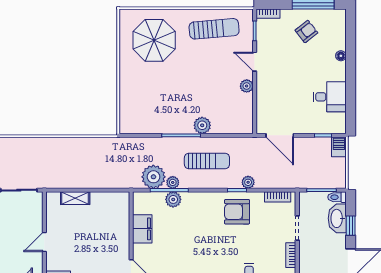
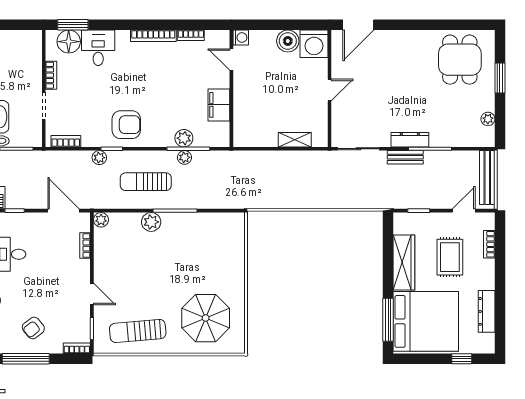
plant: (247, 86) -> (101, 220), moved
bookcase: (261, 104) -> (85, 246), added
plant: (153, 177) -> (206, 164), removed
armchair: (237, 212) -> (126, 125), moved

